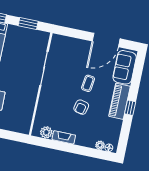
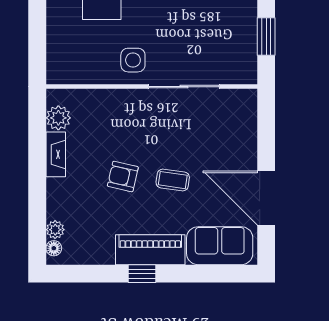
side table: (26, 90) -> (133, 60), added

